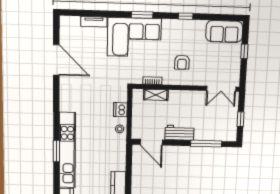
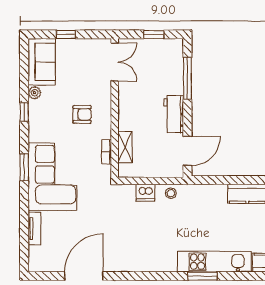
plant: (200, 25) -> (35, 93), added
kitchen unit: (67, 150) -> (214, 262), width x0.73

